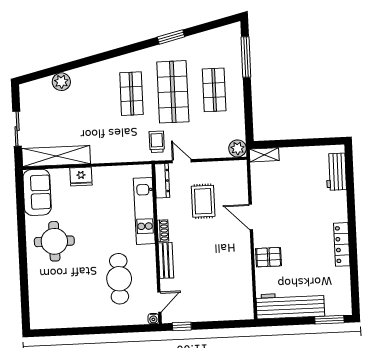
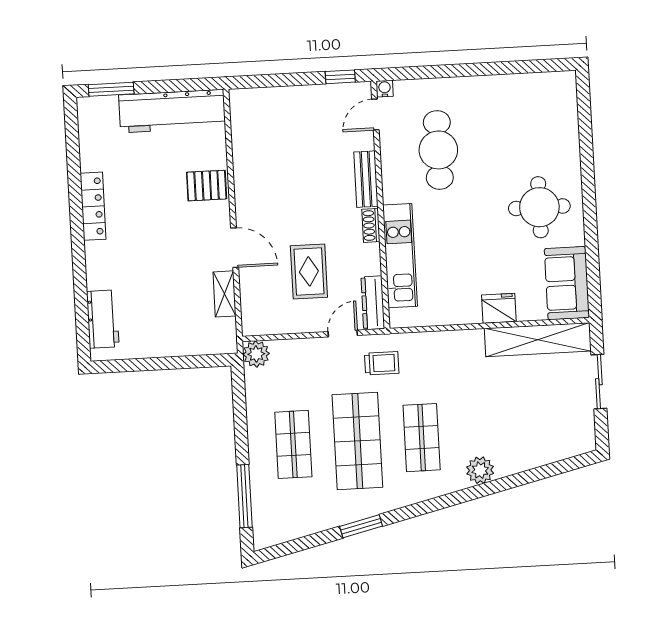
plant: (61, 82) -> (480, 470), moved
trolley: (157, 142) -> (382, 363), turned -90
shelving: (264, 155) -> (224, 294), moved, turned 90
door: (182, 161) -> (343, 333), swing flipped

